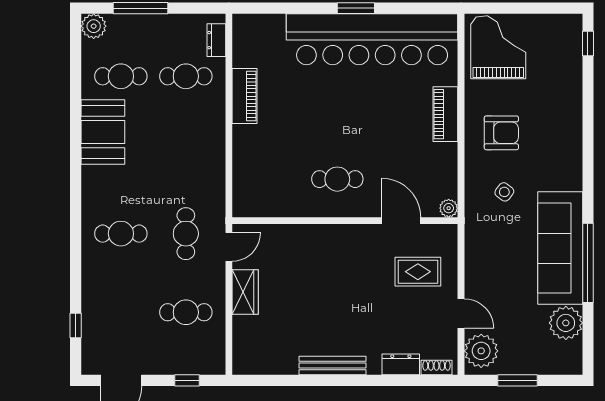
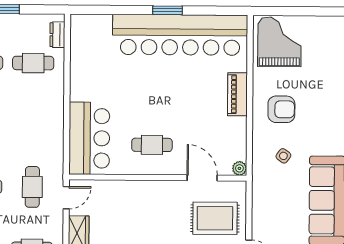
piano: (245, 96) -> (79, 79), removed
bar counter: (258, 171) -> (89, 138), added
rug: (418, 272) -> (215, 218), width x1.36, depth x1.43

